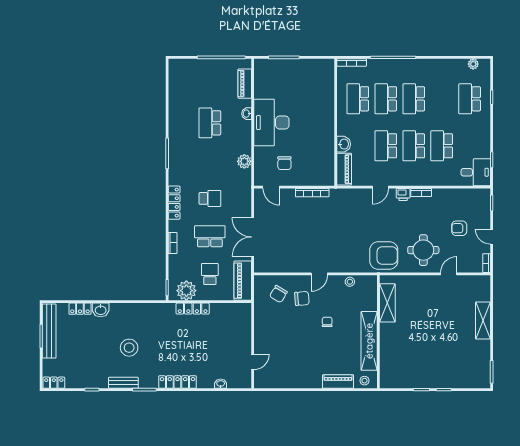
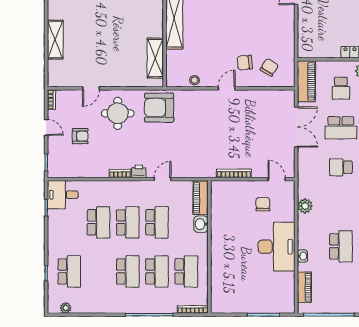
chair: (327, 322) -> (218, 38), removed

